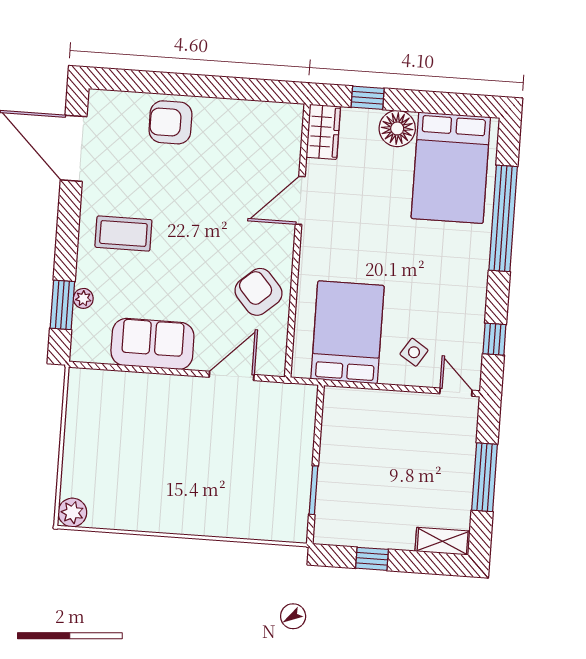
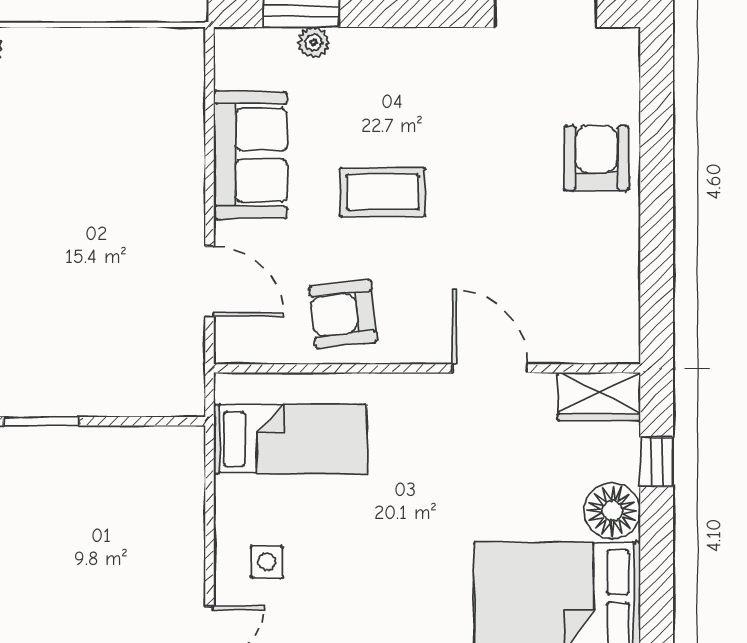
coffee table: (123, 233) -> (383, 192), moved, turned 90
armchair: (259, 292) -> (343, 314), turned -145
bed: (347, 332) -> (290, 439), width x0.67
side table: (414, 352) -> (267, 562), turned -33

